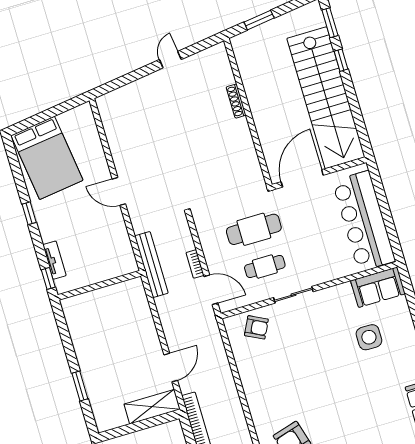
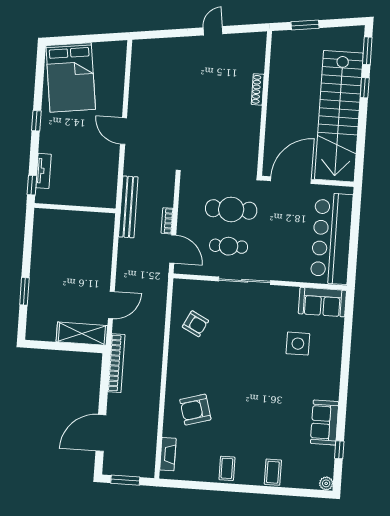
sliding door: (293, 295) -> (245, 281), width x1.37
armchair: (256, 327) -> (195, 324), moved

